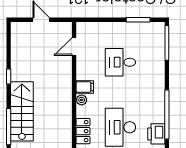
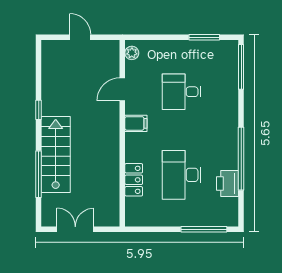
door: (74, 46) -> (122, 89), moved
plant: (82, 100) -> (132, 53), moved

